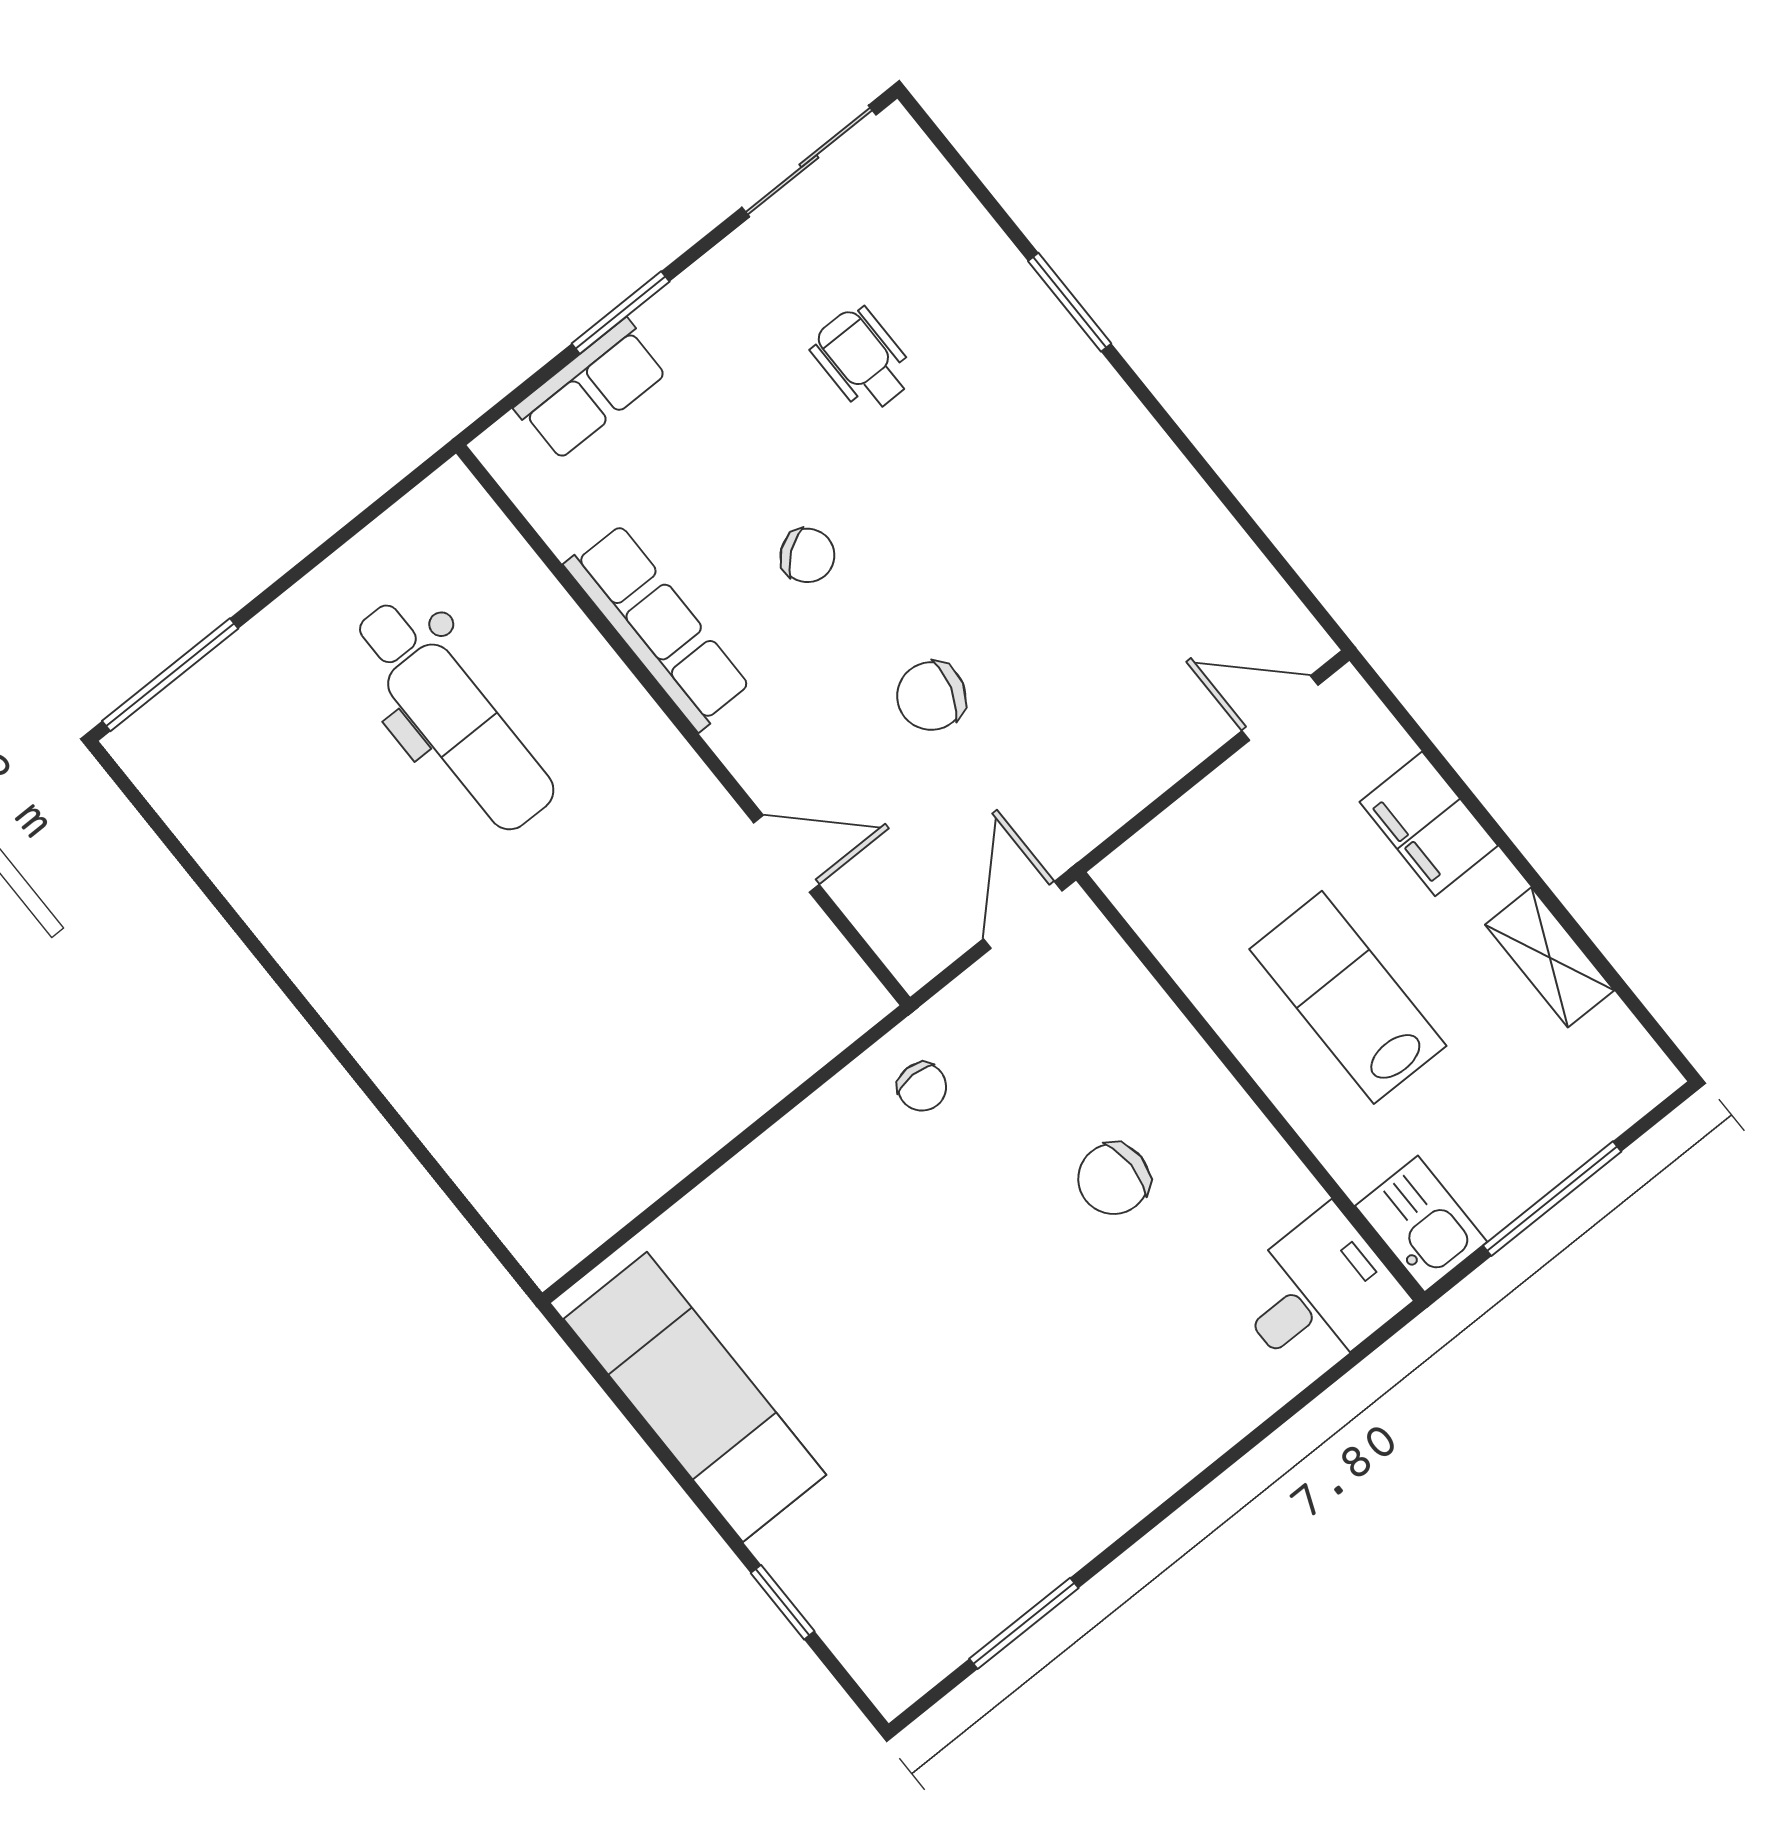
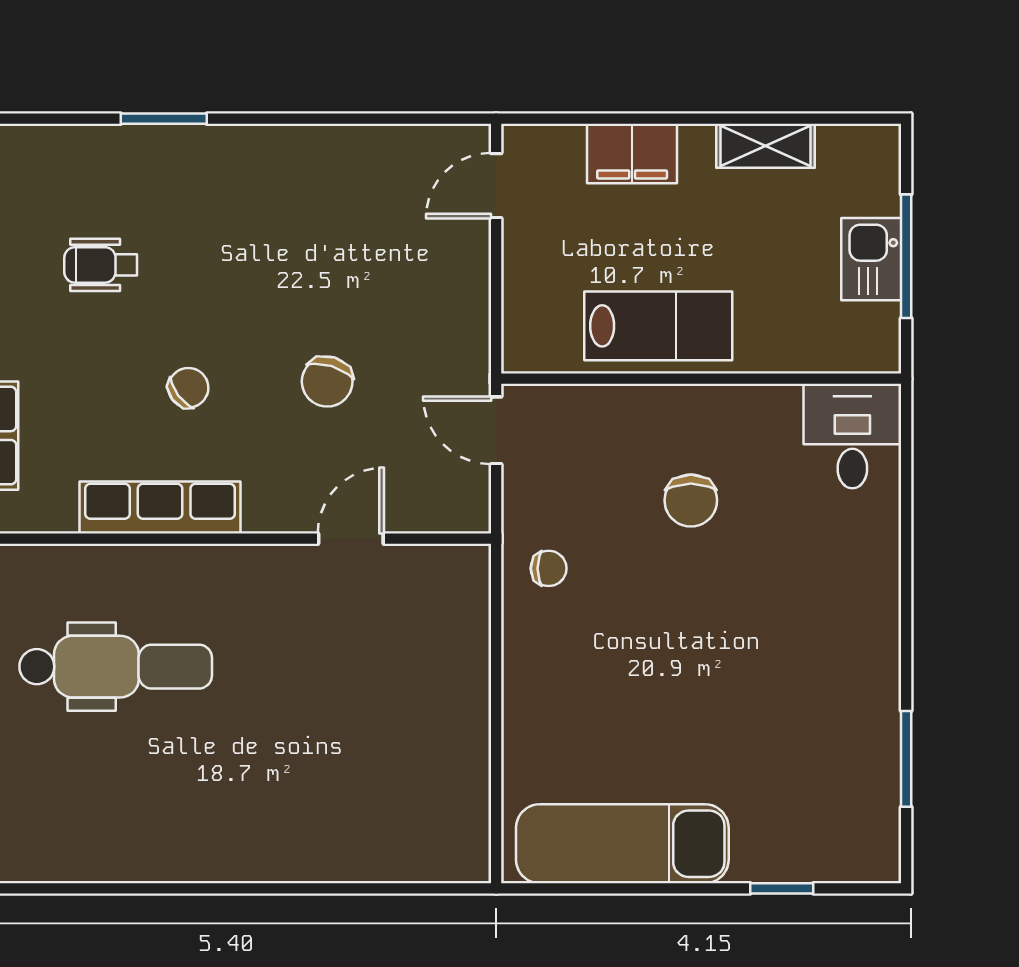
lab bench: (1348, 997) -> (658, 326), moved, turned 180
kitchen sink: (1421, 1224) -> (871, 259), moved, turned -90

